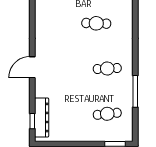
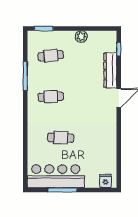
dresser: (42, 117) -> (110, 70), moved
plant: (74, 135) -> (81, 37), added

